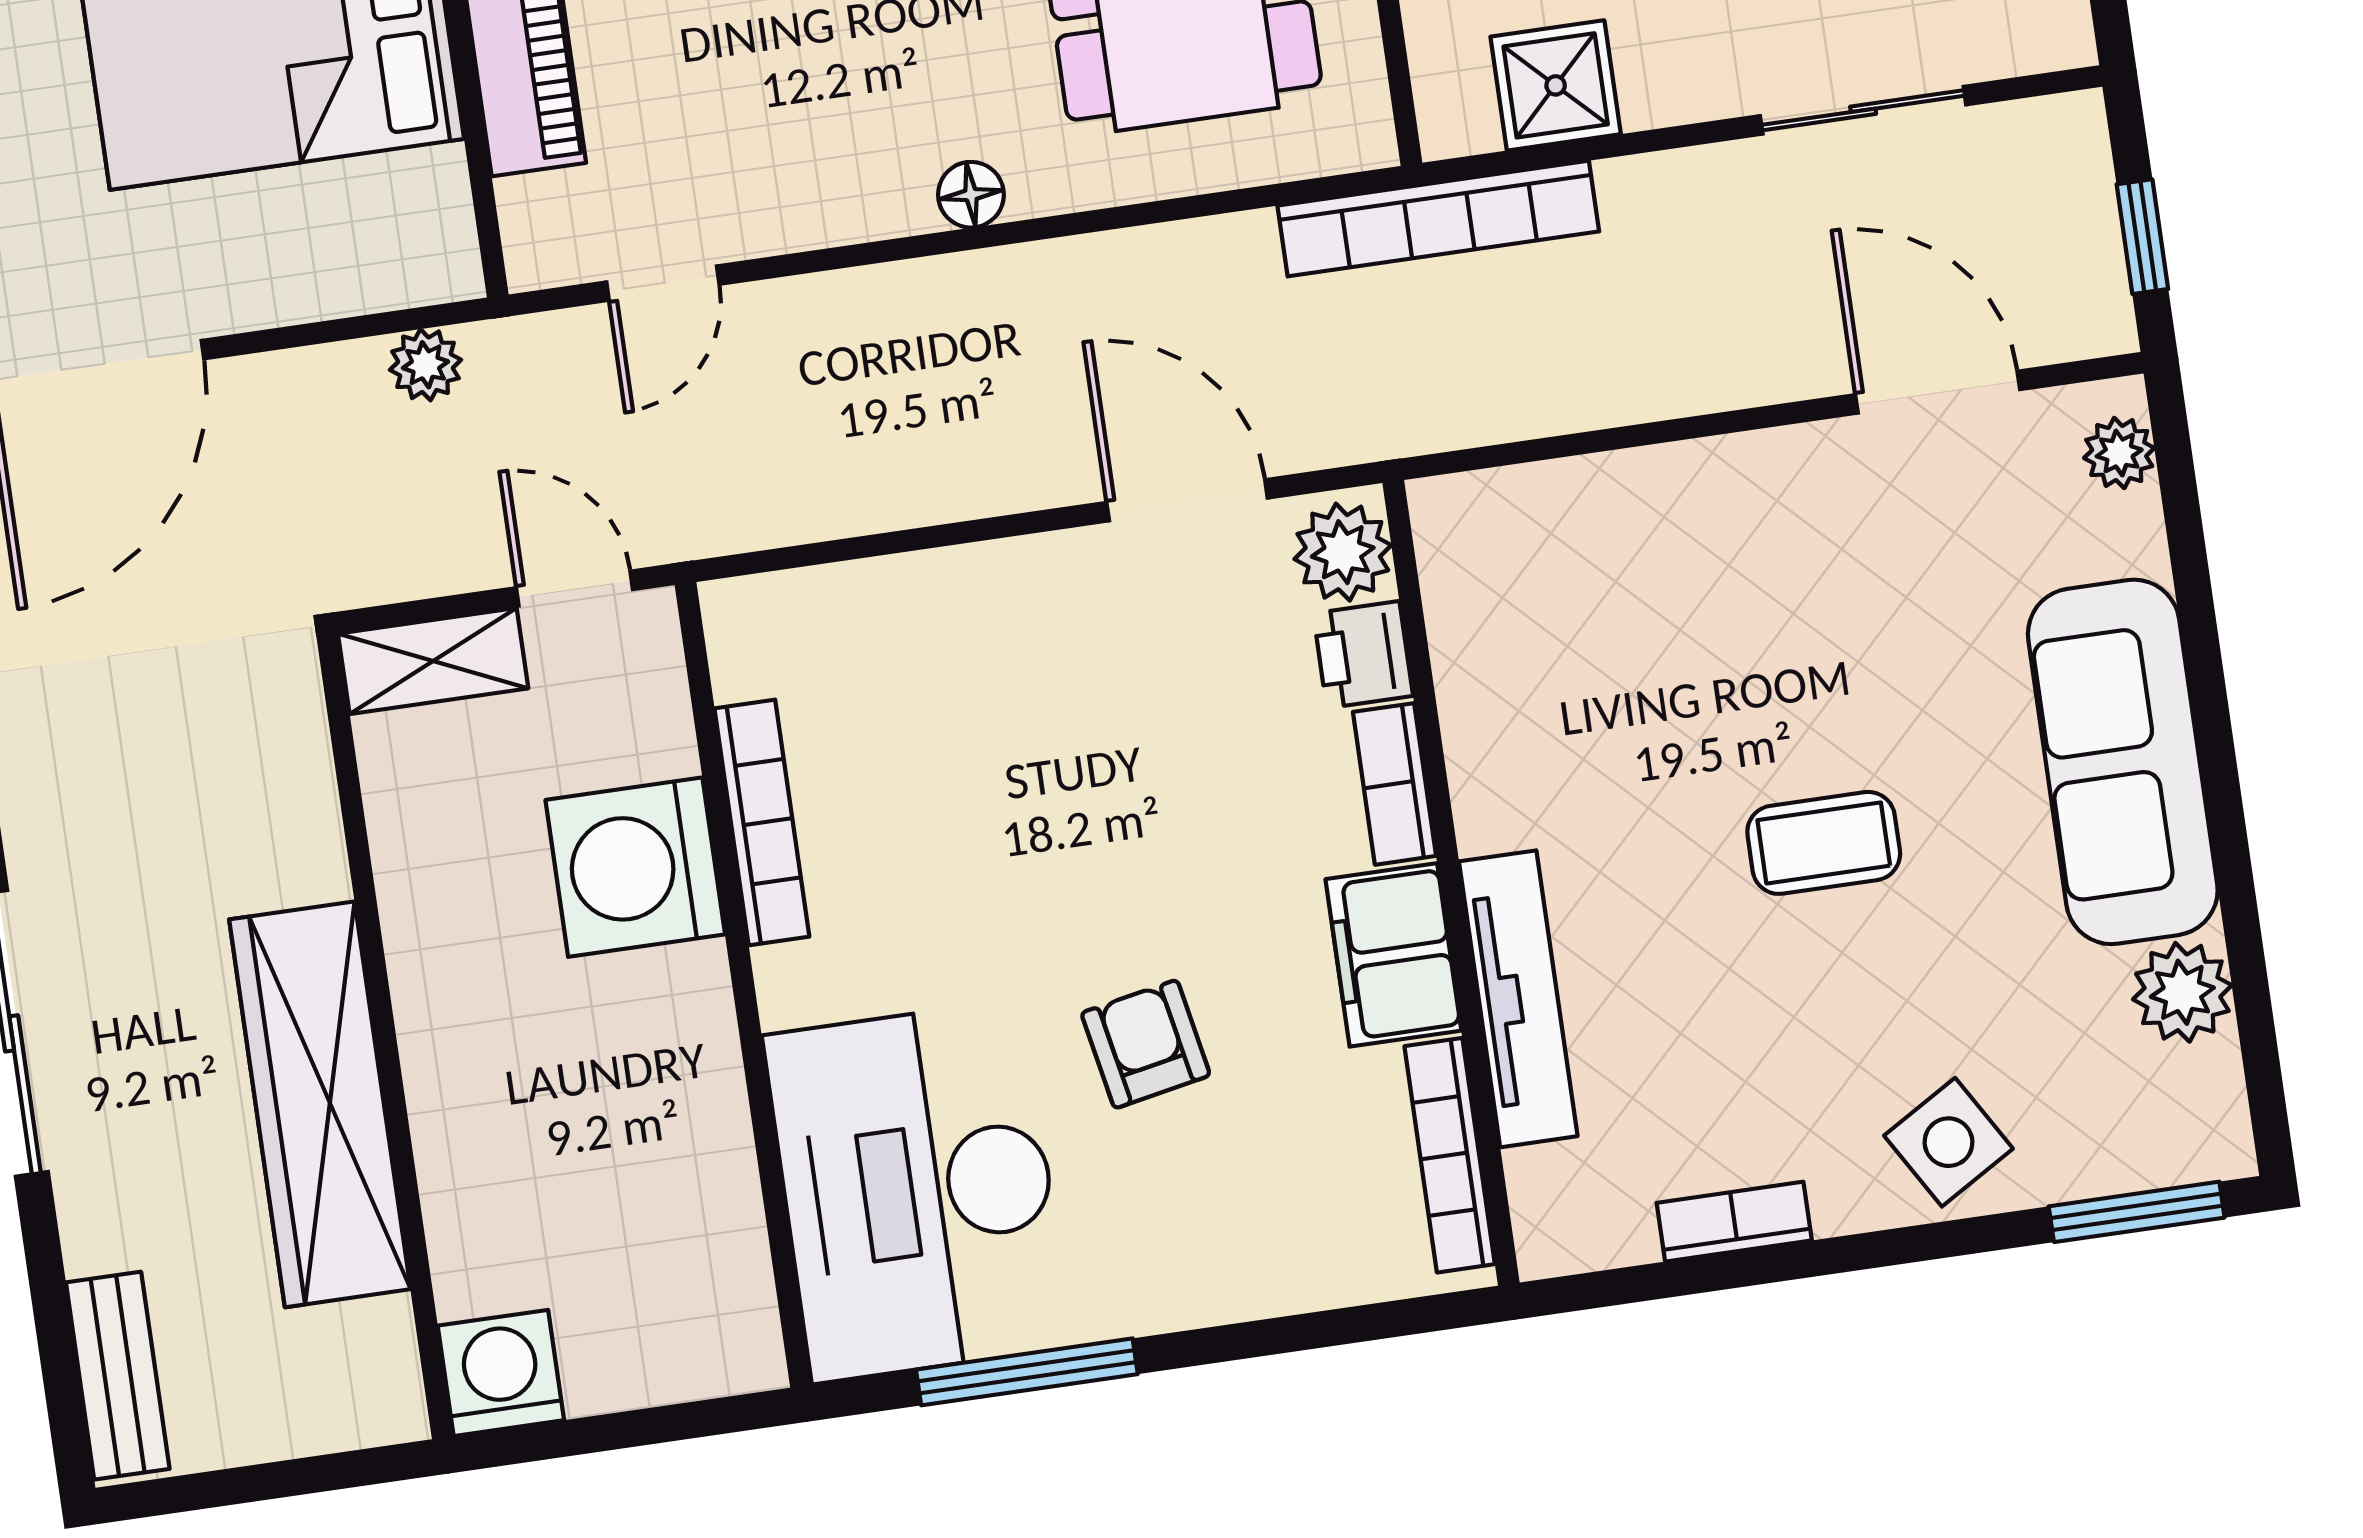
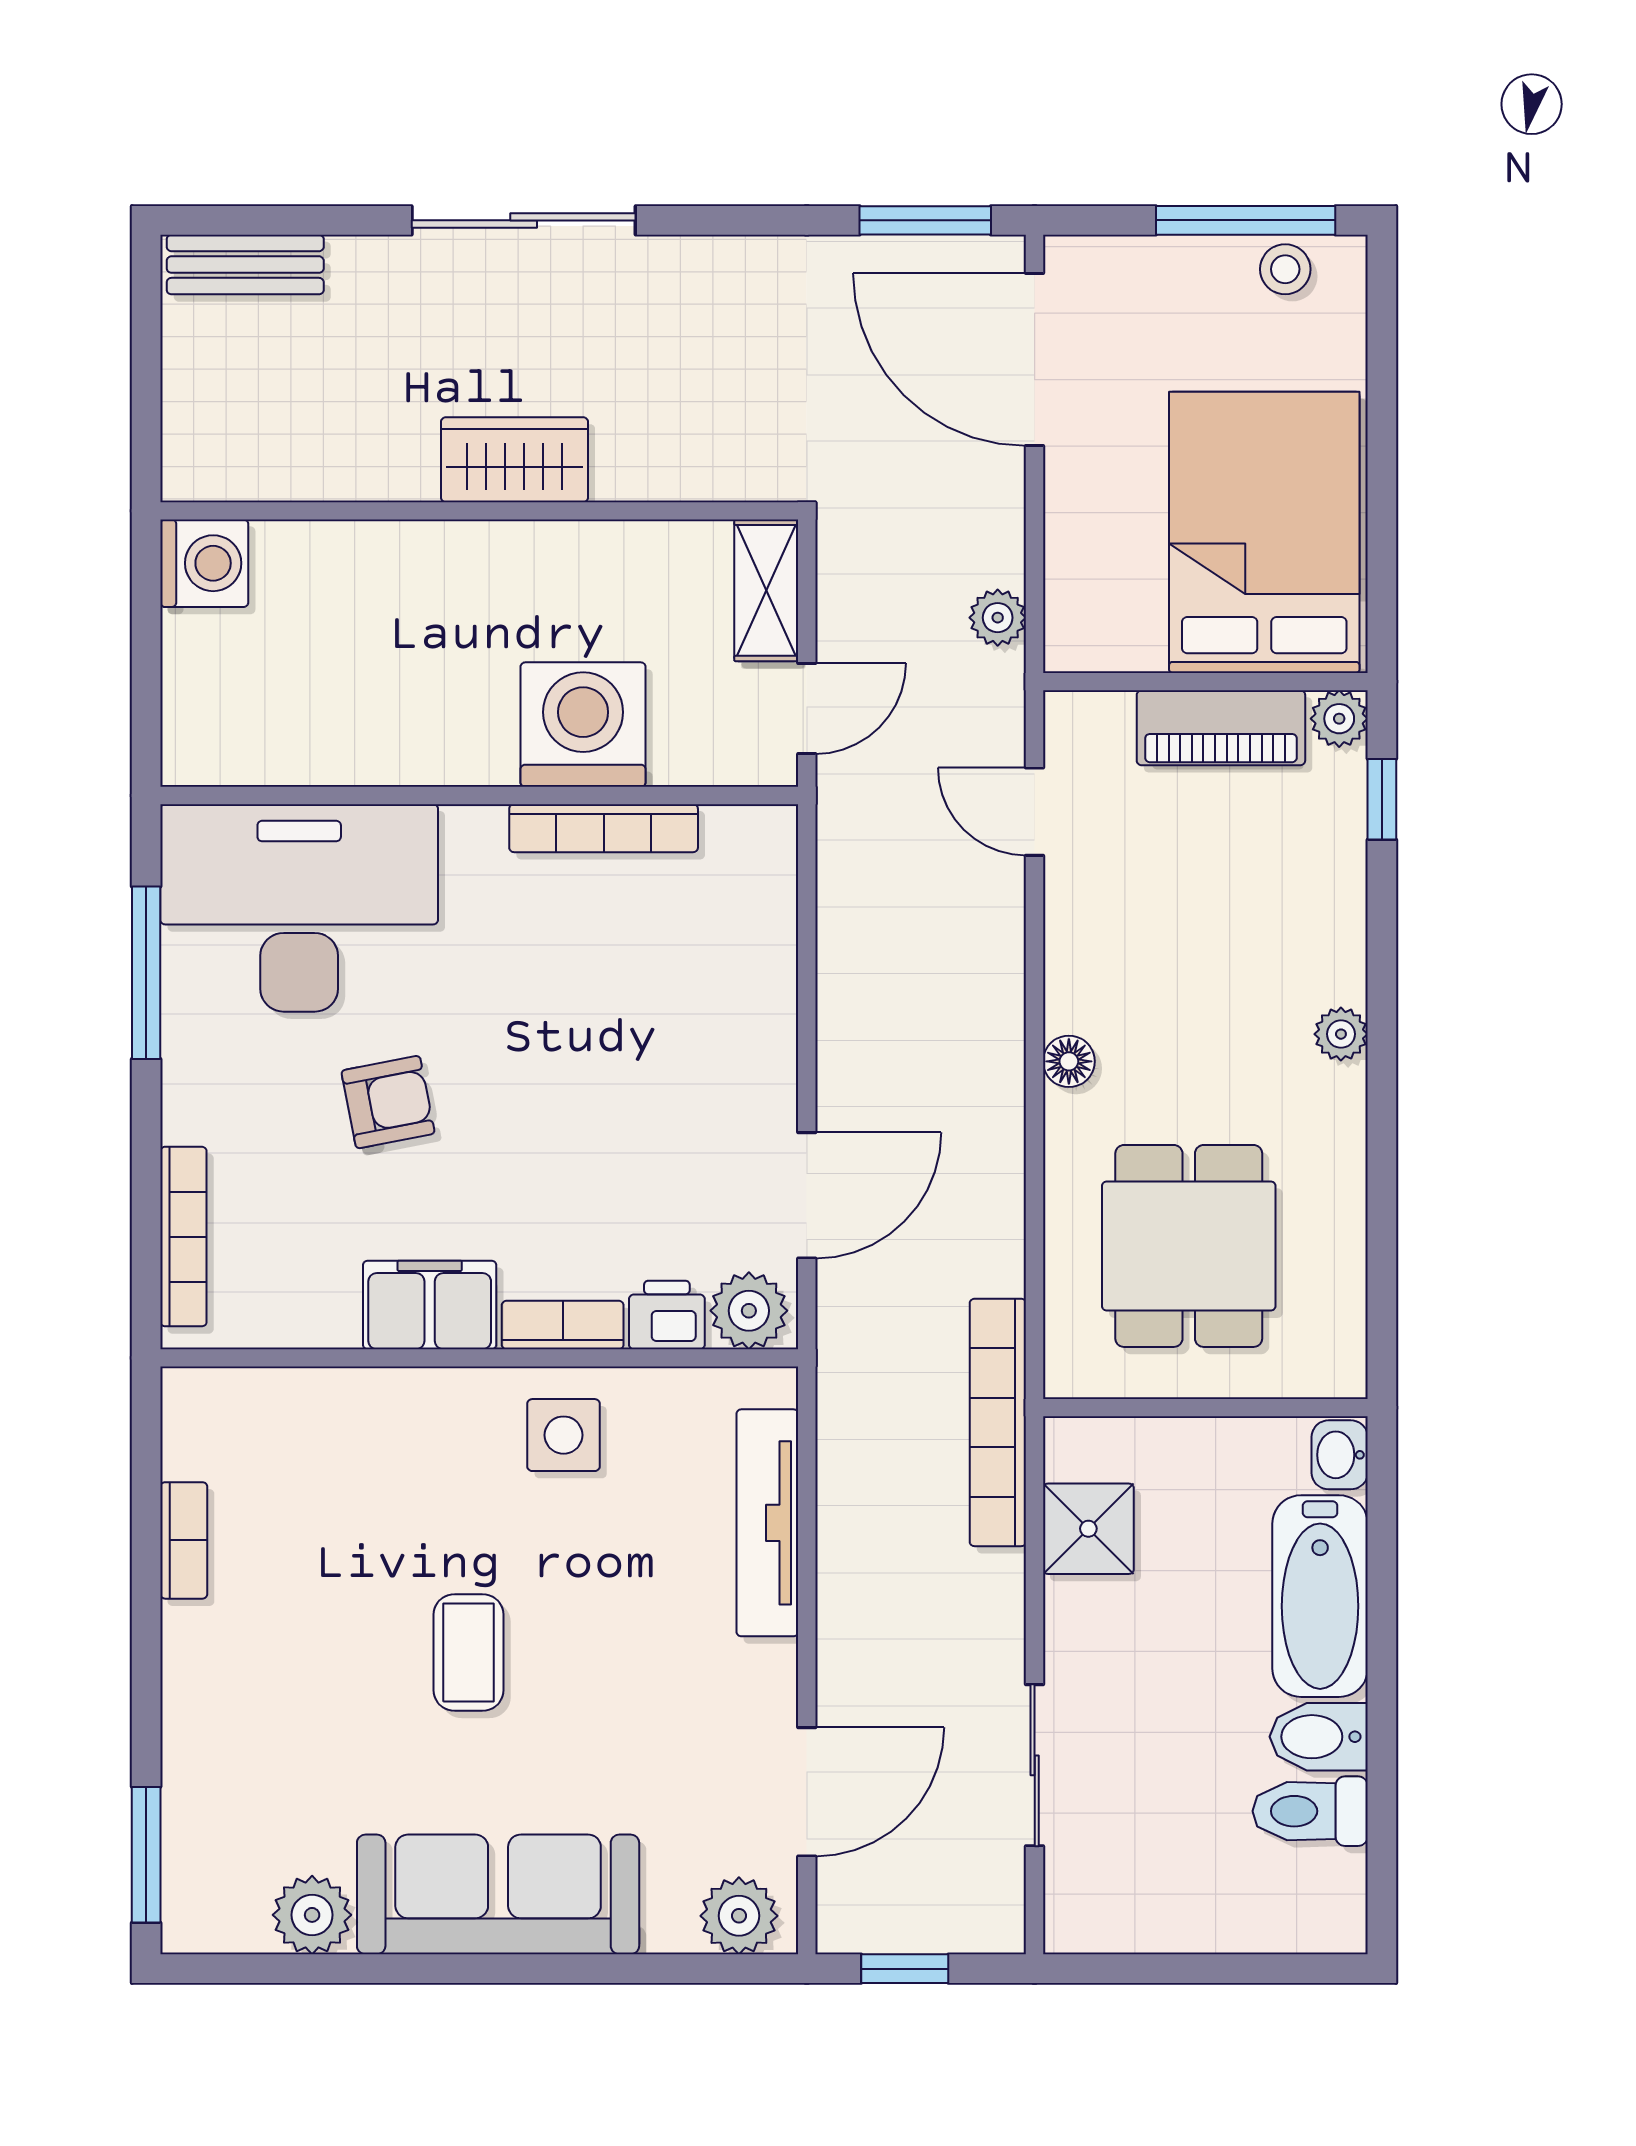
plant: (2119, 453) -> (739, 1916), width x1.38, depth x1.38
tv unit: (1518, 999) -> (767, 1523), moved, turned 90
wardrobe: (320, 1104) -> (515, 460), width x0.48, depth x0.85
side table: (1948, 1142) -> (564, 1435), moved, turned 31
bookcase: (1450, 1155) -> (183, 1237), moved, turned 90

